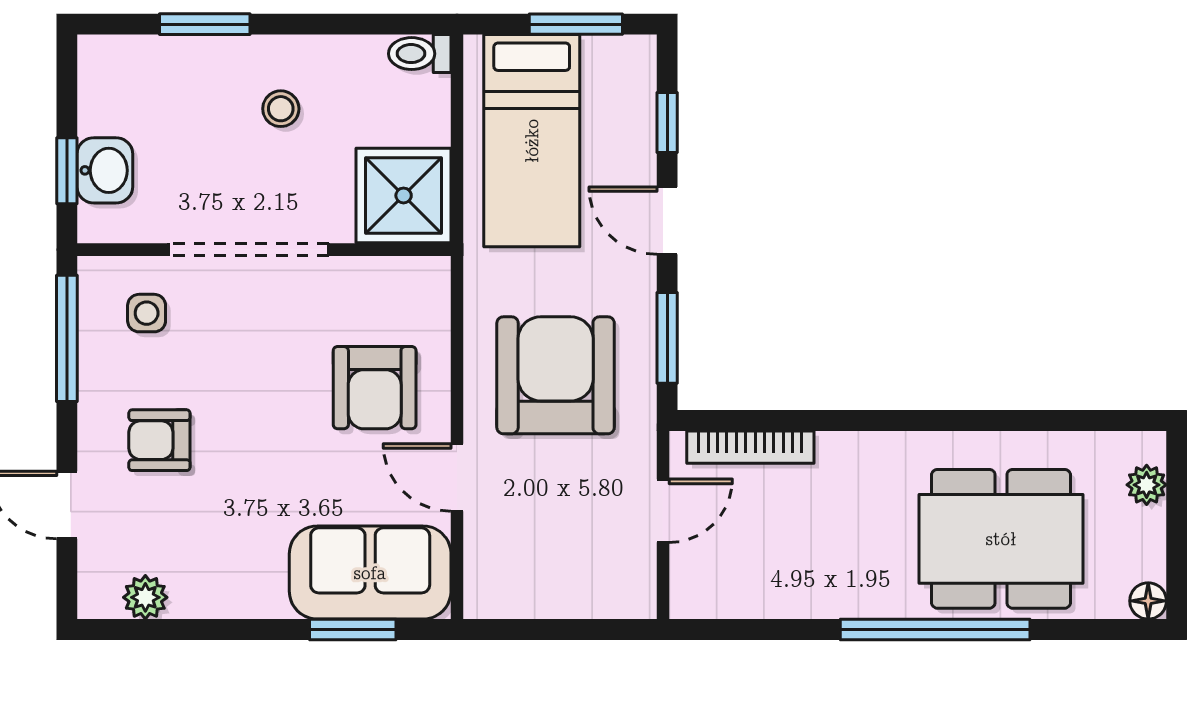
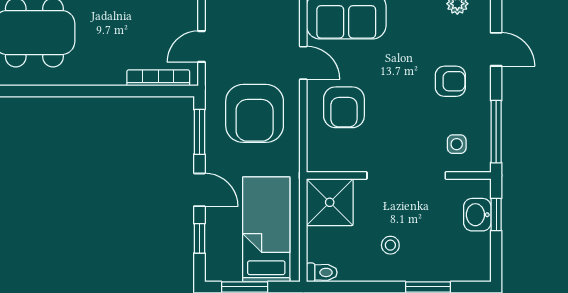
armchair: (375, 388) -> (344, 107), turned 180

